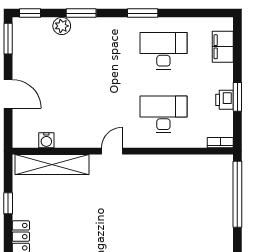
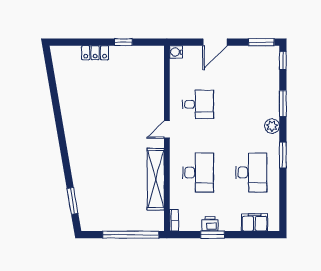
plant: (62, 26) -> (272, 126), moved
desk: (82, 114) -> (198, 104), added
water cooler: (46, 140) -> (176, 52), moved
door: (112, 151) -> (167, 129), swing flipped
shelving: (52, 165) -> (156, 179), moved

